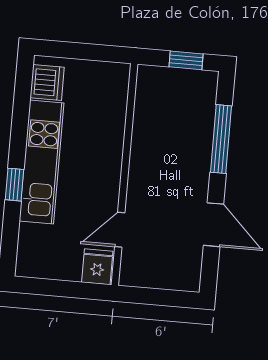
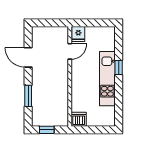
dishwasher: (47, 82) -> (79, 119), moved, turned 90
window: (221, 139) -> (28, 96), width x0.69

